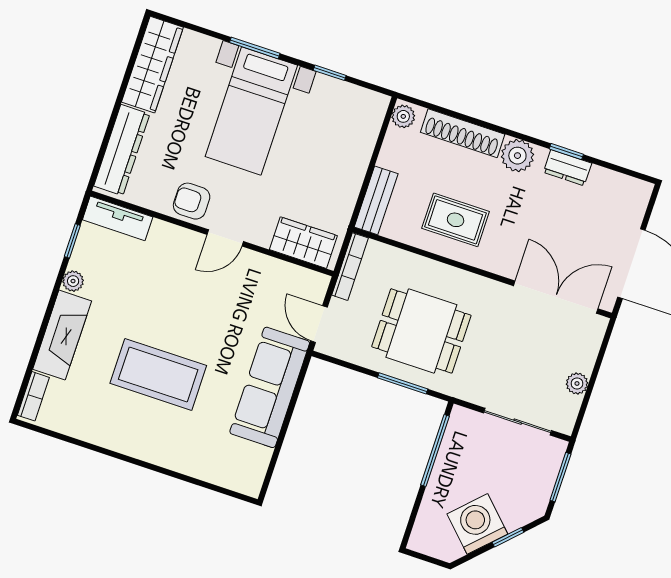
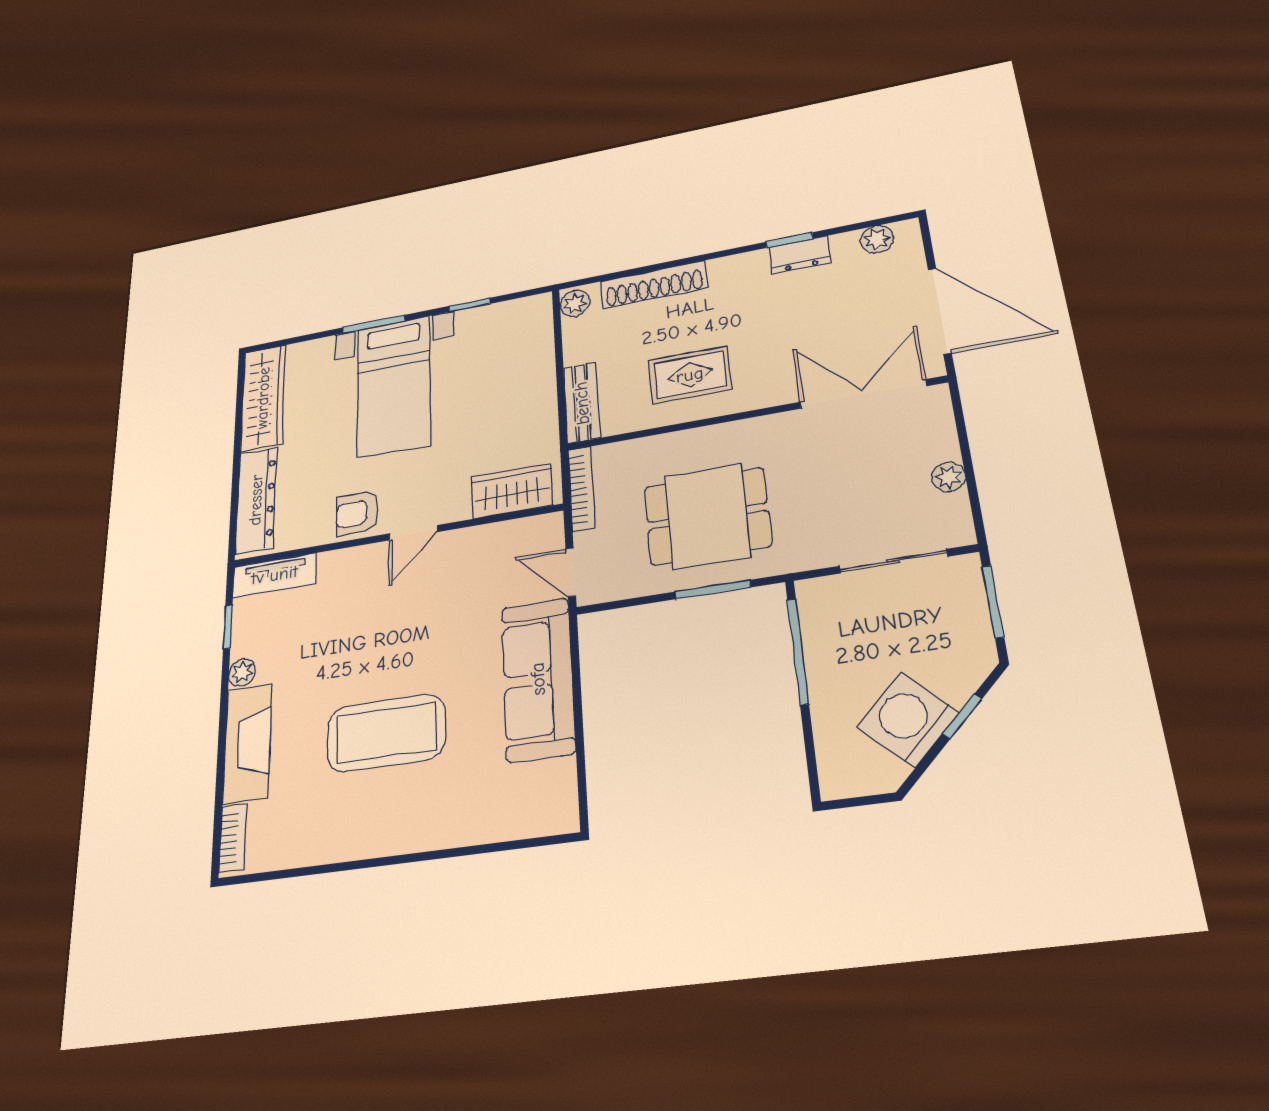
plant: (517, 156) -> (877, 239), moved, width x0.73, depth x0.73

